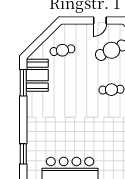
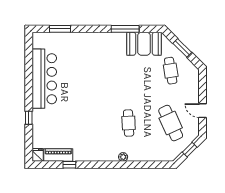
window: (41, 39) -> (182, 48), added
window: (23, 83) -> (125, 29), moved

